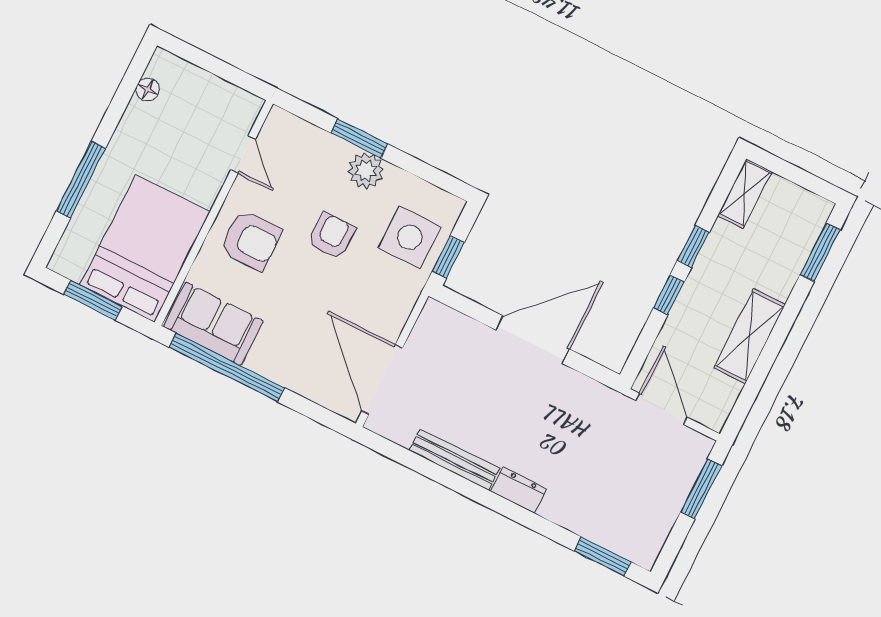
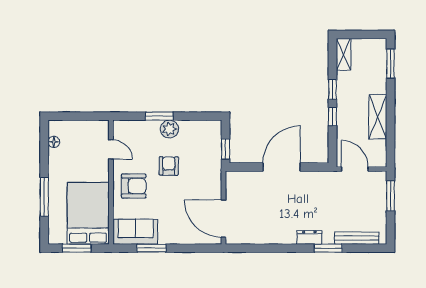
side table: (410, 237) -> (204, 149), removed
window: (227, 367) -> (151, 248), width x0.47
bench: (454, 459) -> (357, 238), moved
window: (603, 556) -> (328, 248), moved

